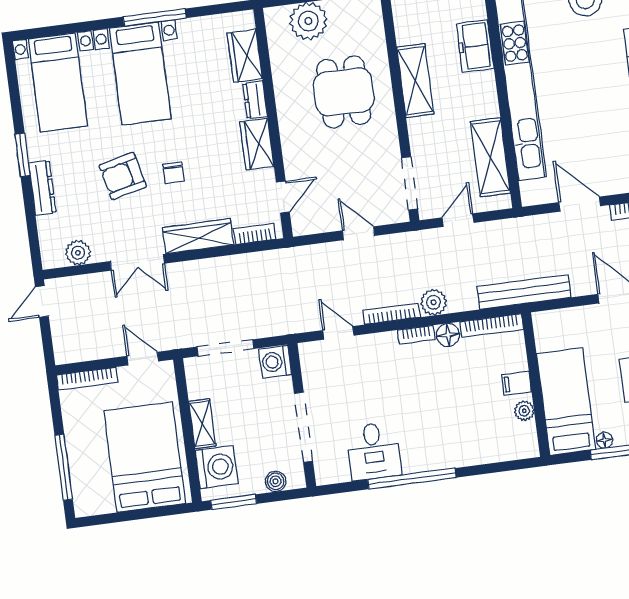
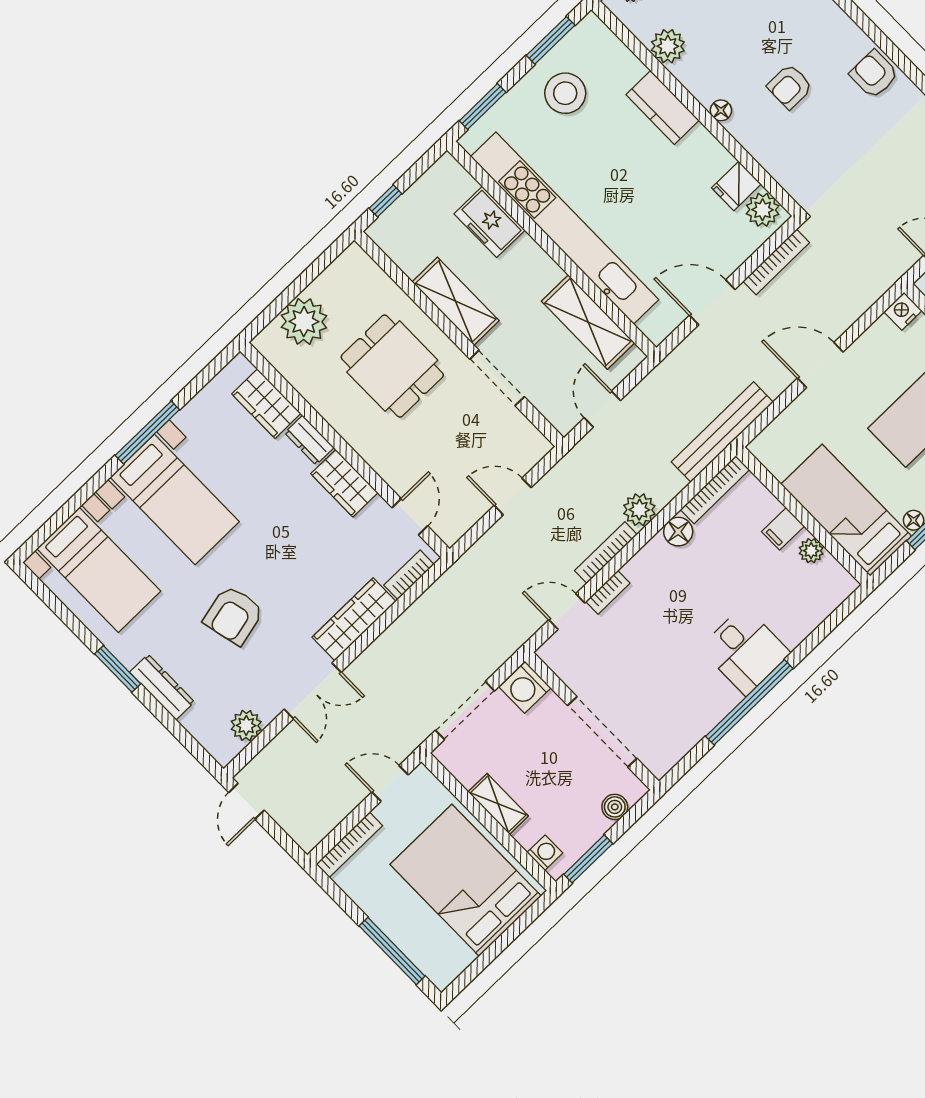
chair: (174, 173) -> (282, 574), removed
doorway: (410, 183) -> (497, 378), moved
bookcase: (416, 335) -> (608, 592), moved
desk: (374, 451) -> (745, 650), moved
washing machine: (217, 467) -> (545, 853), width x0.53, depth x0.53

